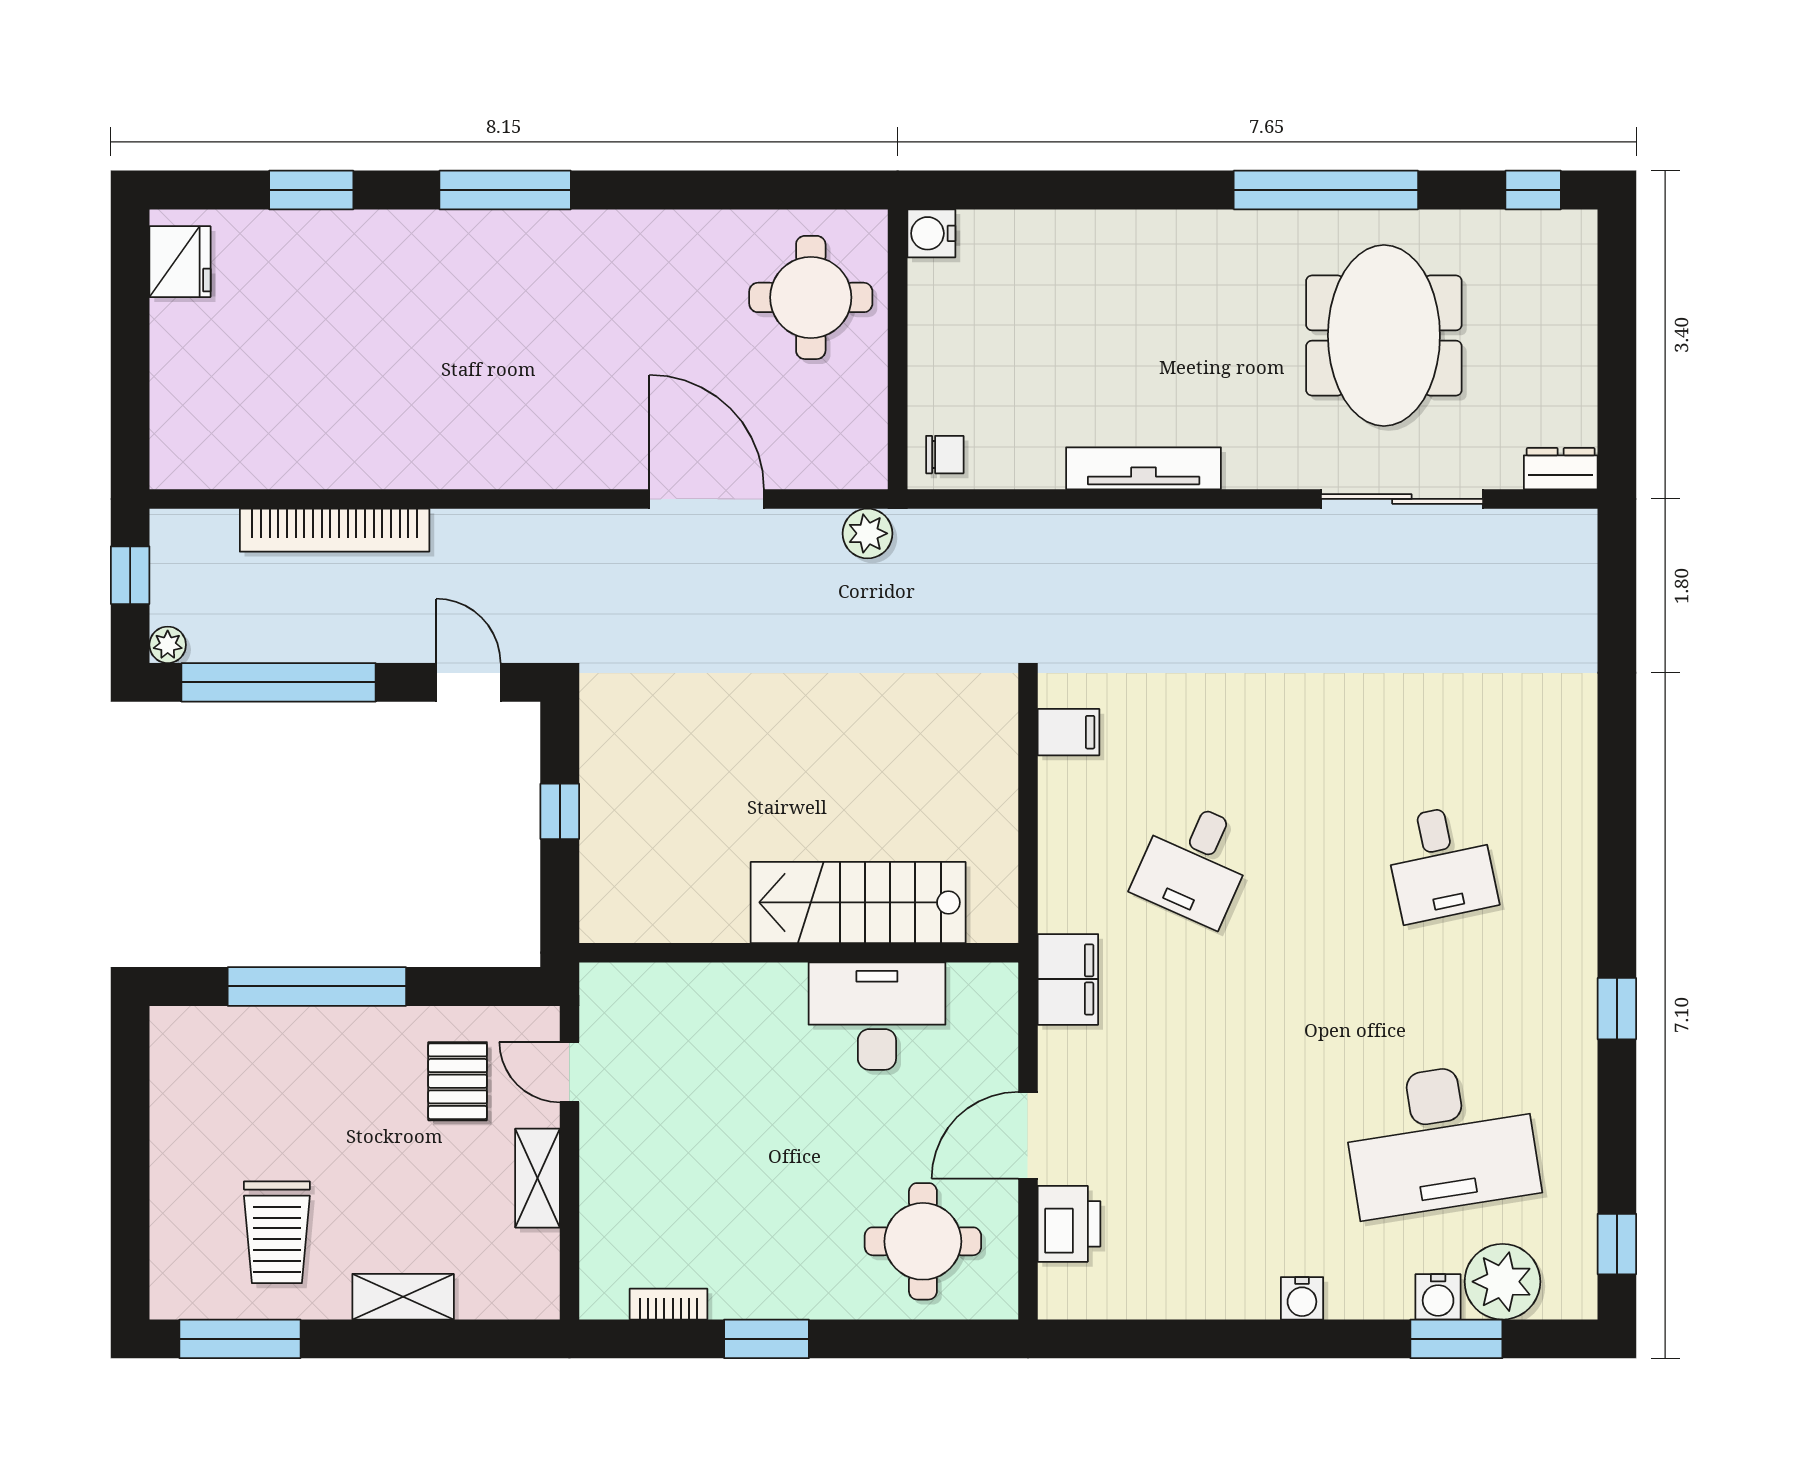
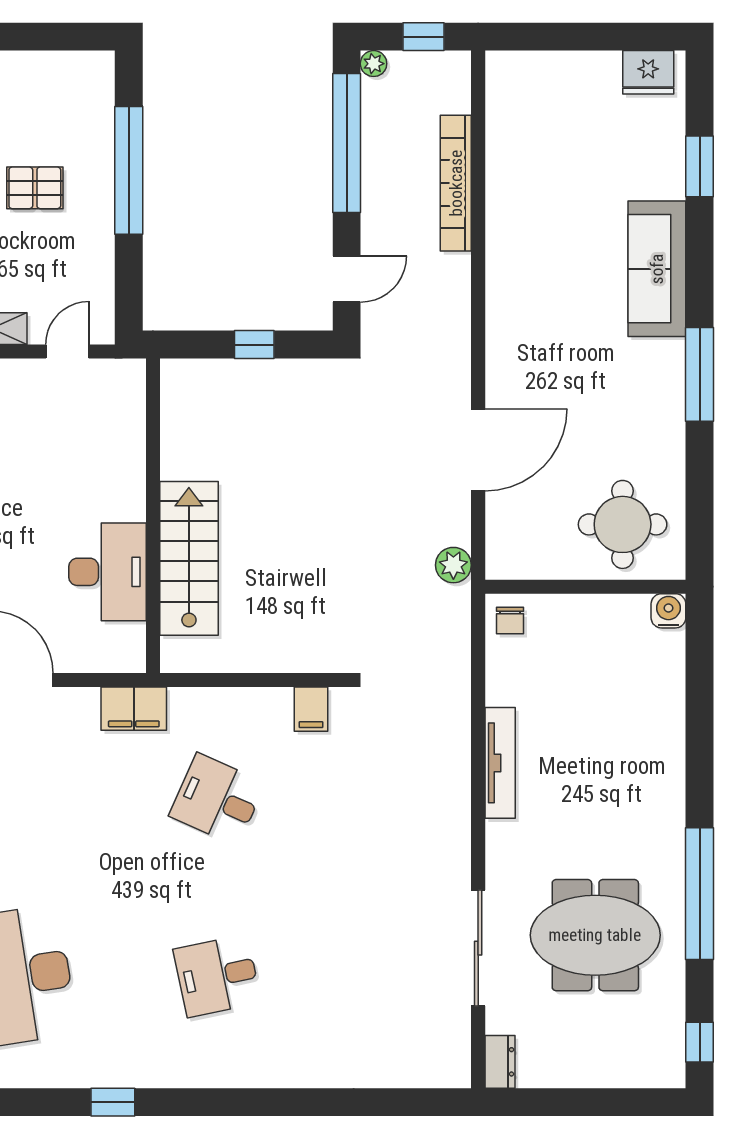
window: (505, 190) -> (700, 374), moved
sofa: (454, 250) -> (657, 269), added
pallet: (458, 1081) -> (35, 188), moved

